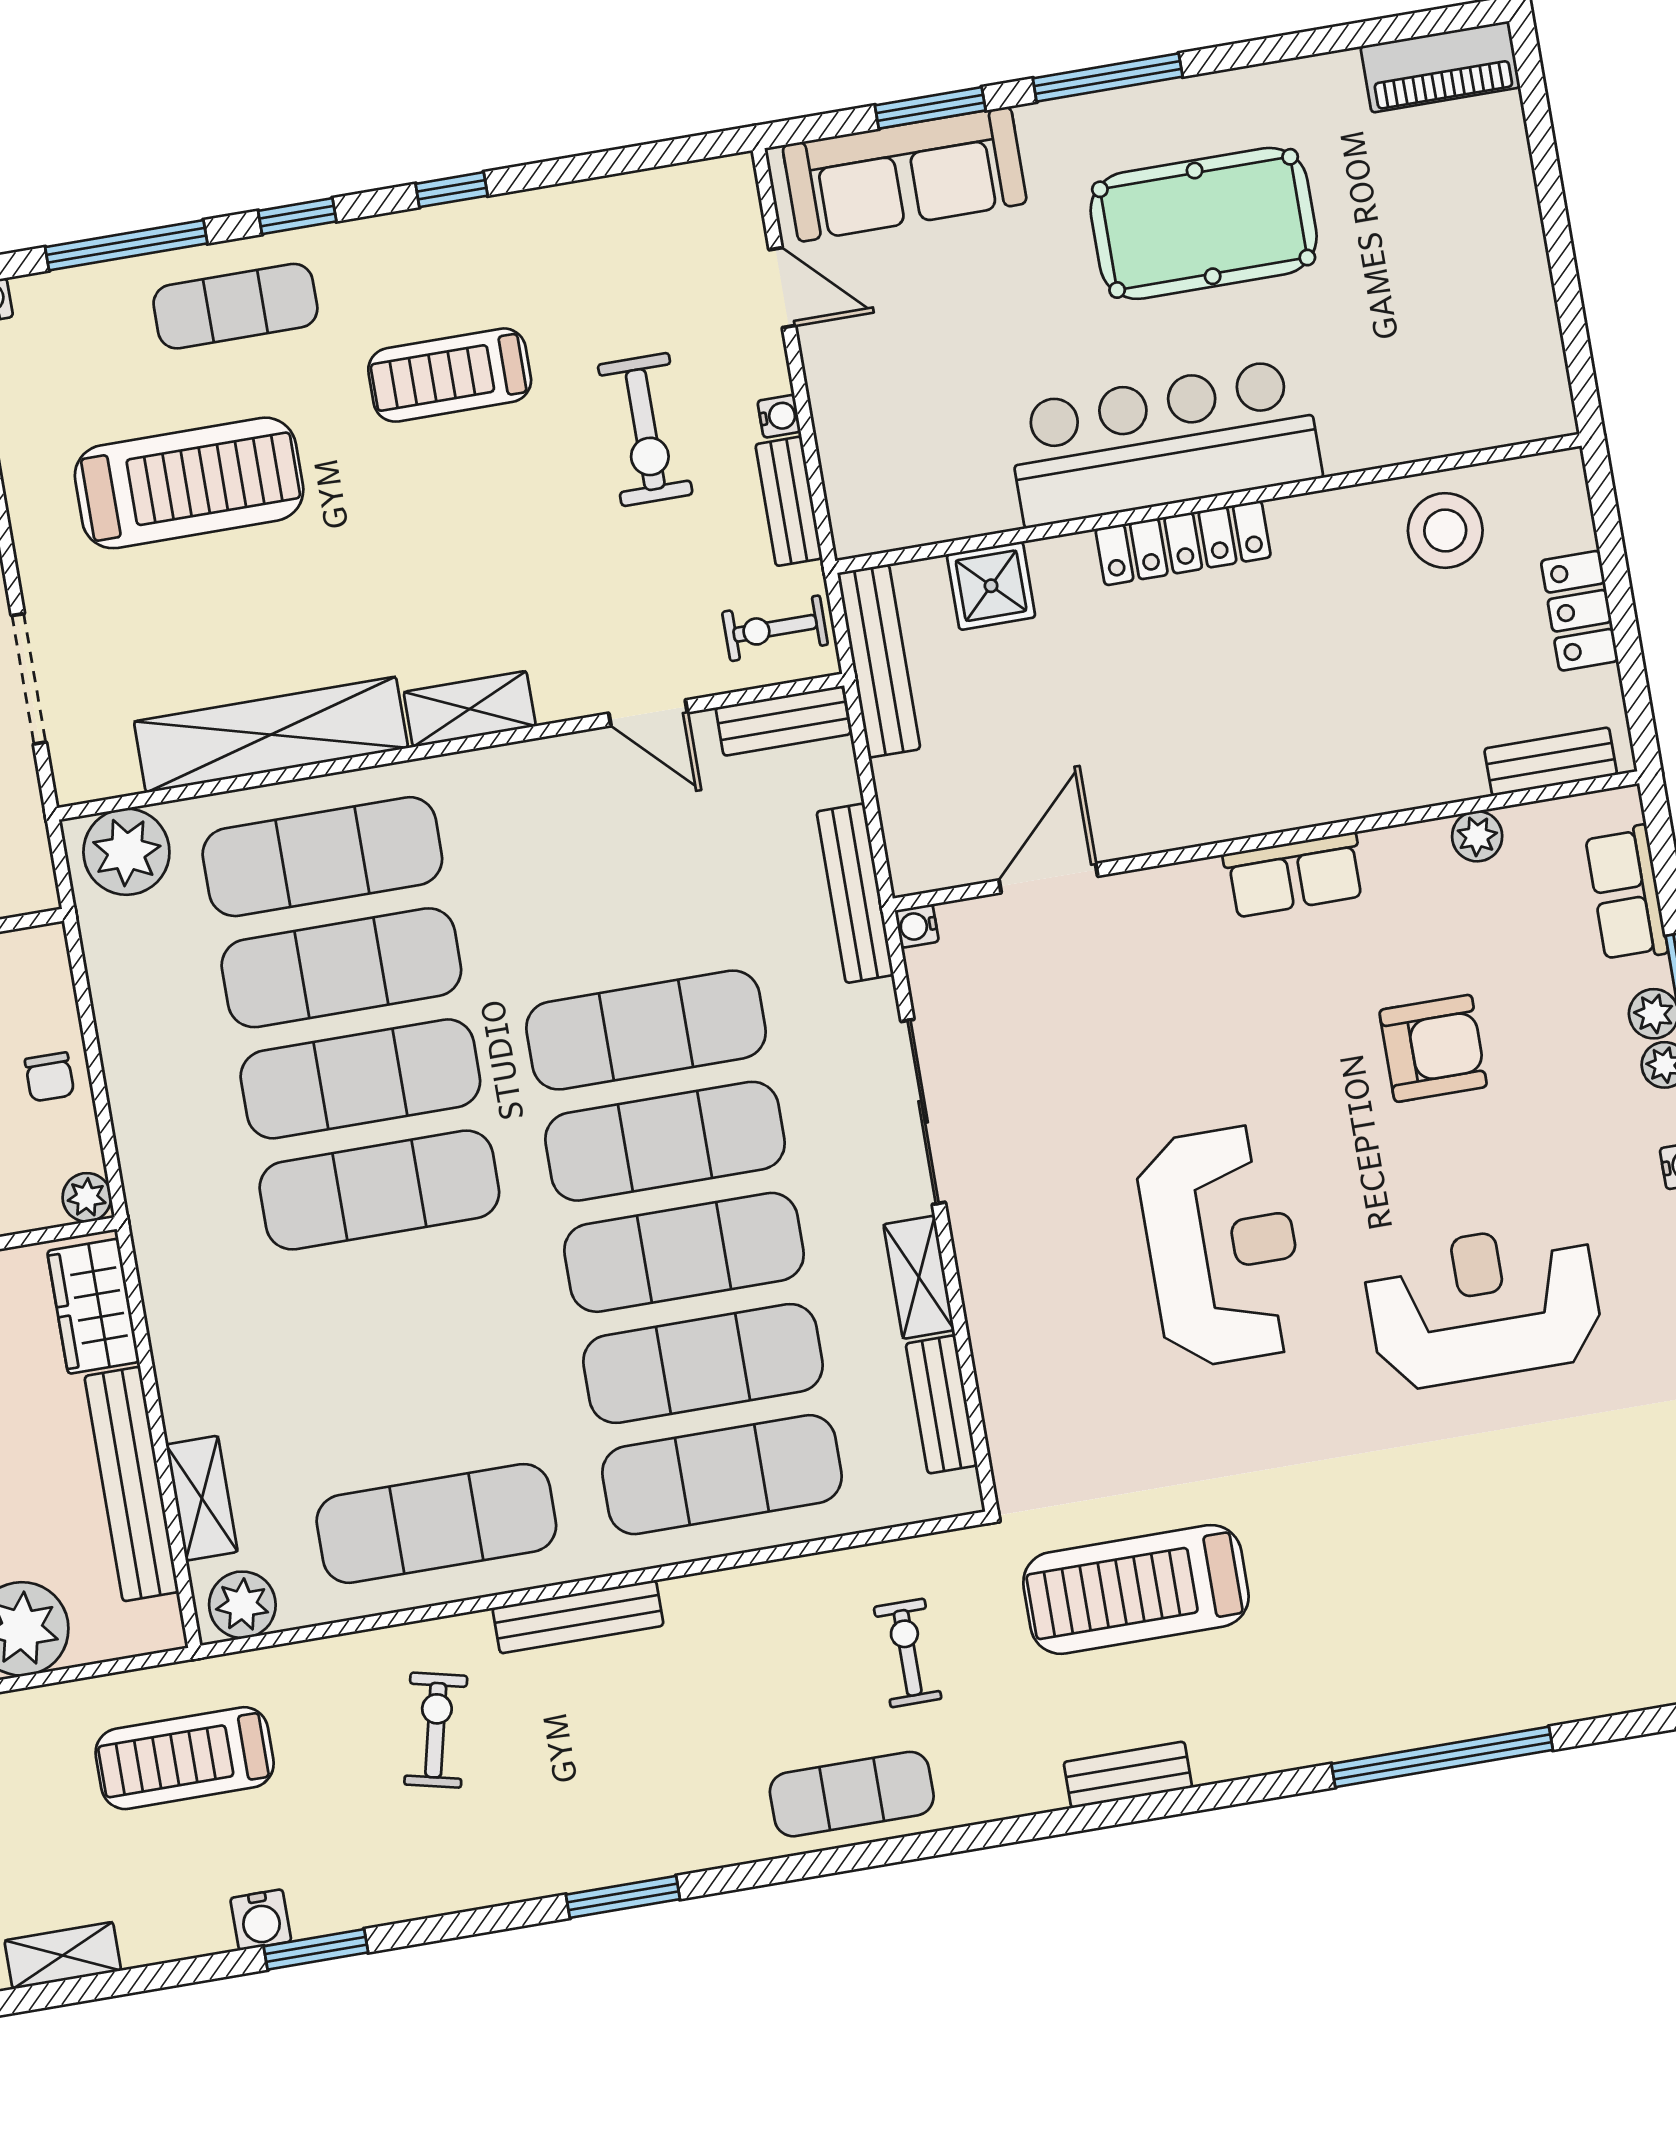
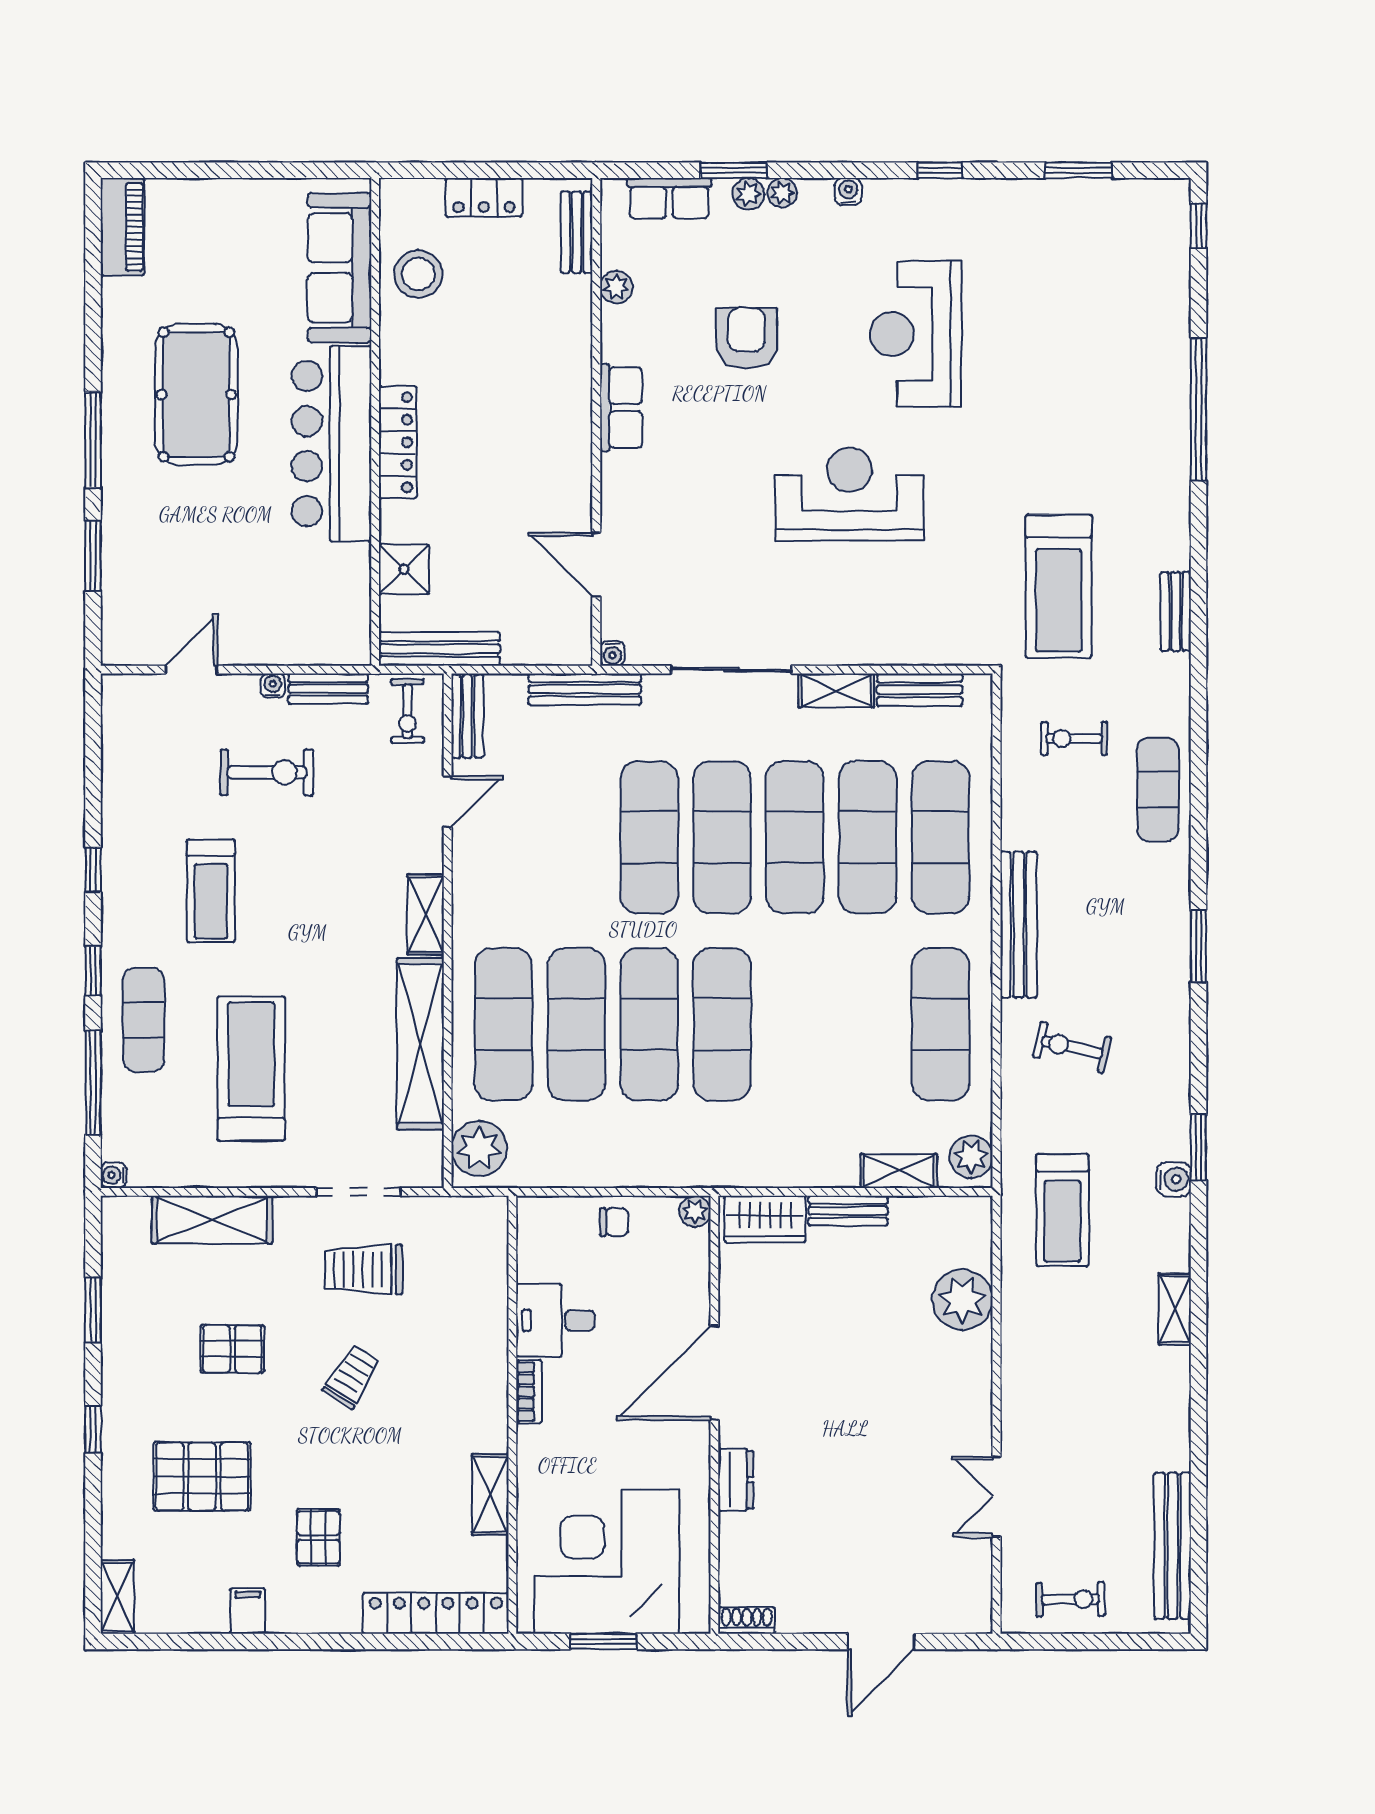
sofa: (905, 174) -> (339, 268), moved, turned 180
bench: (132, 1484) -> (848, 1211), width x0.54, depth x0.82
bench: (578, 1617) -> (1018, 925), width x1.37, depth x1.21

